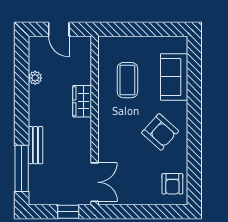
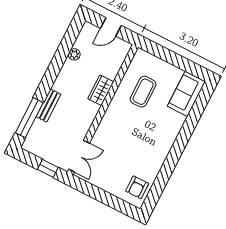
door: (59, 29) -> (111, 27), hinge flipped
sofa: (174, 77) -> (186, 94), moved
armchair: (160, 132) -> (148, 143), removed

